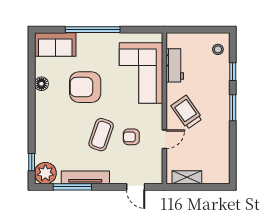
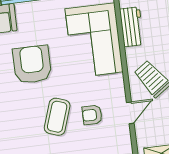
armchair: (85, 87) -> (32, 64), turned 90

